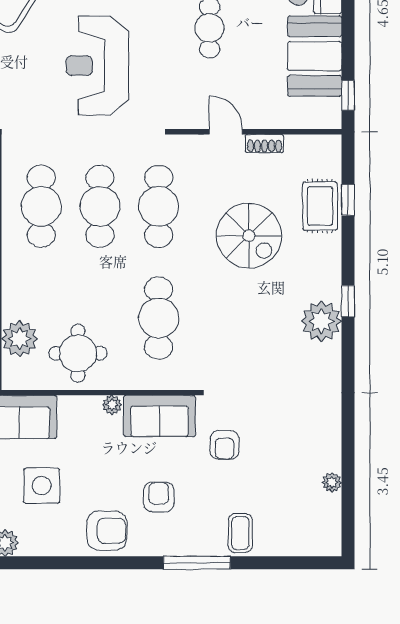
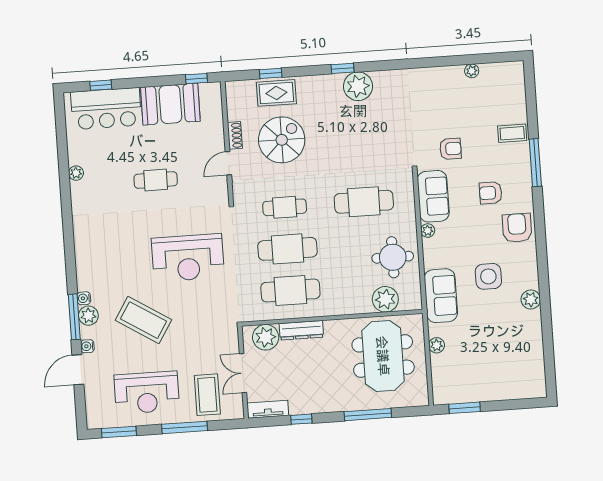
cafe table: (159, 206) -> (285, 207), width x0.73, depth x0.74
spiral stairs: (249, 236) -> (282, 140), moved

